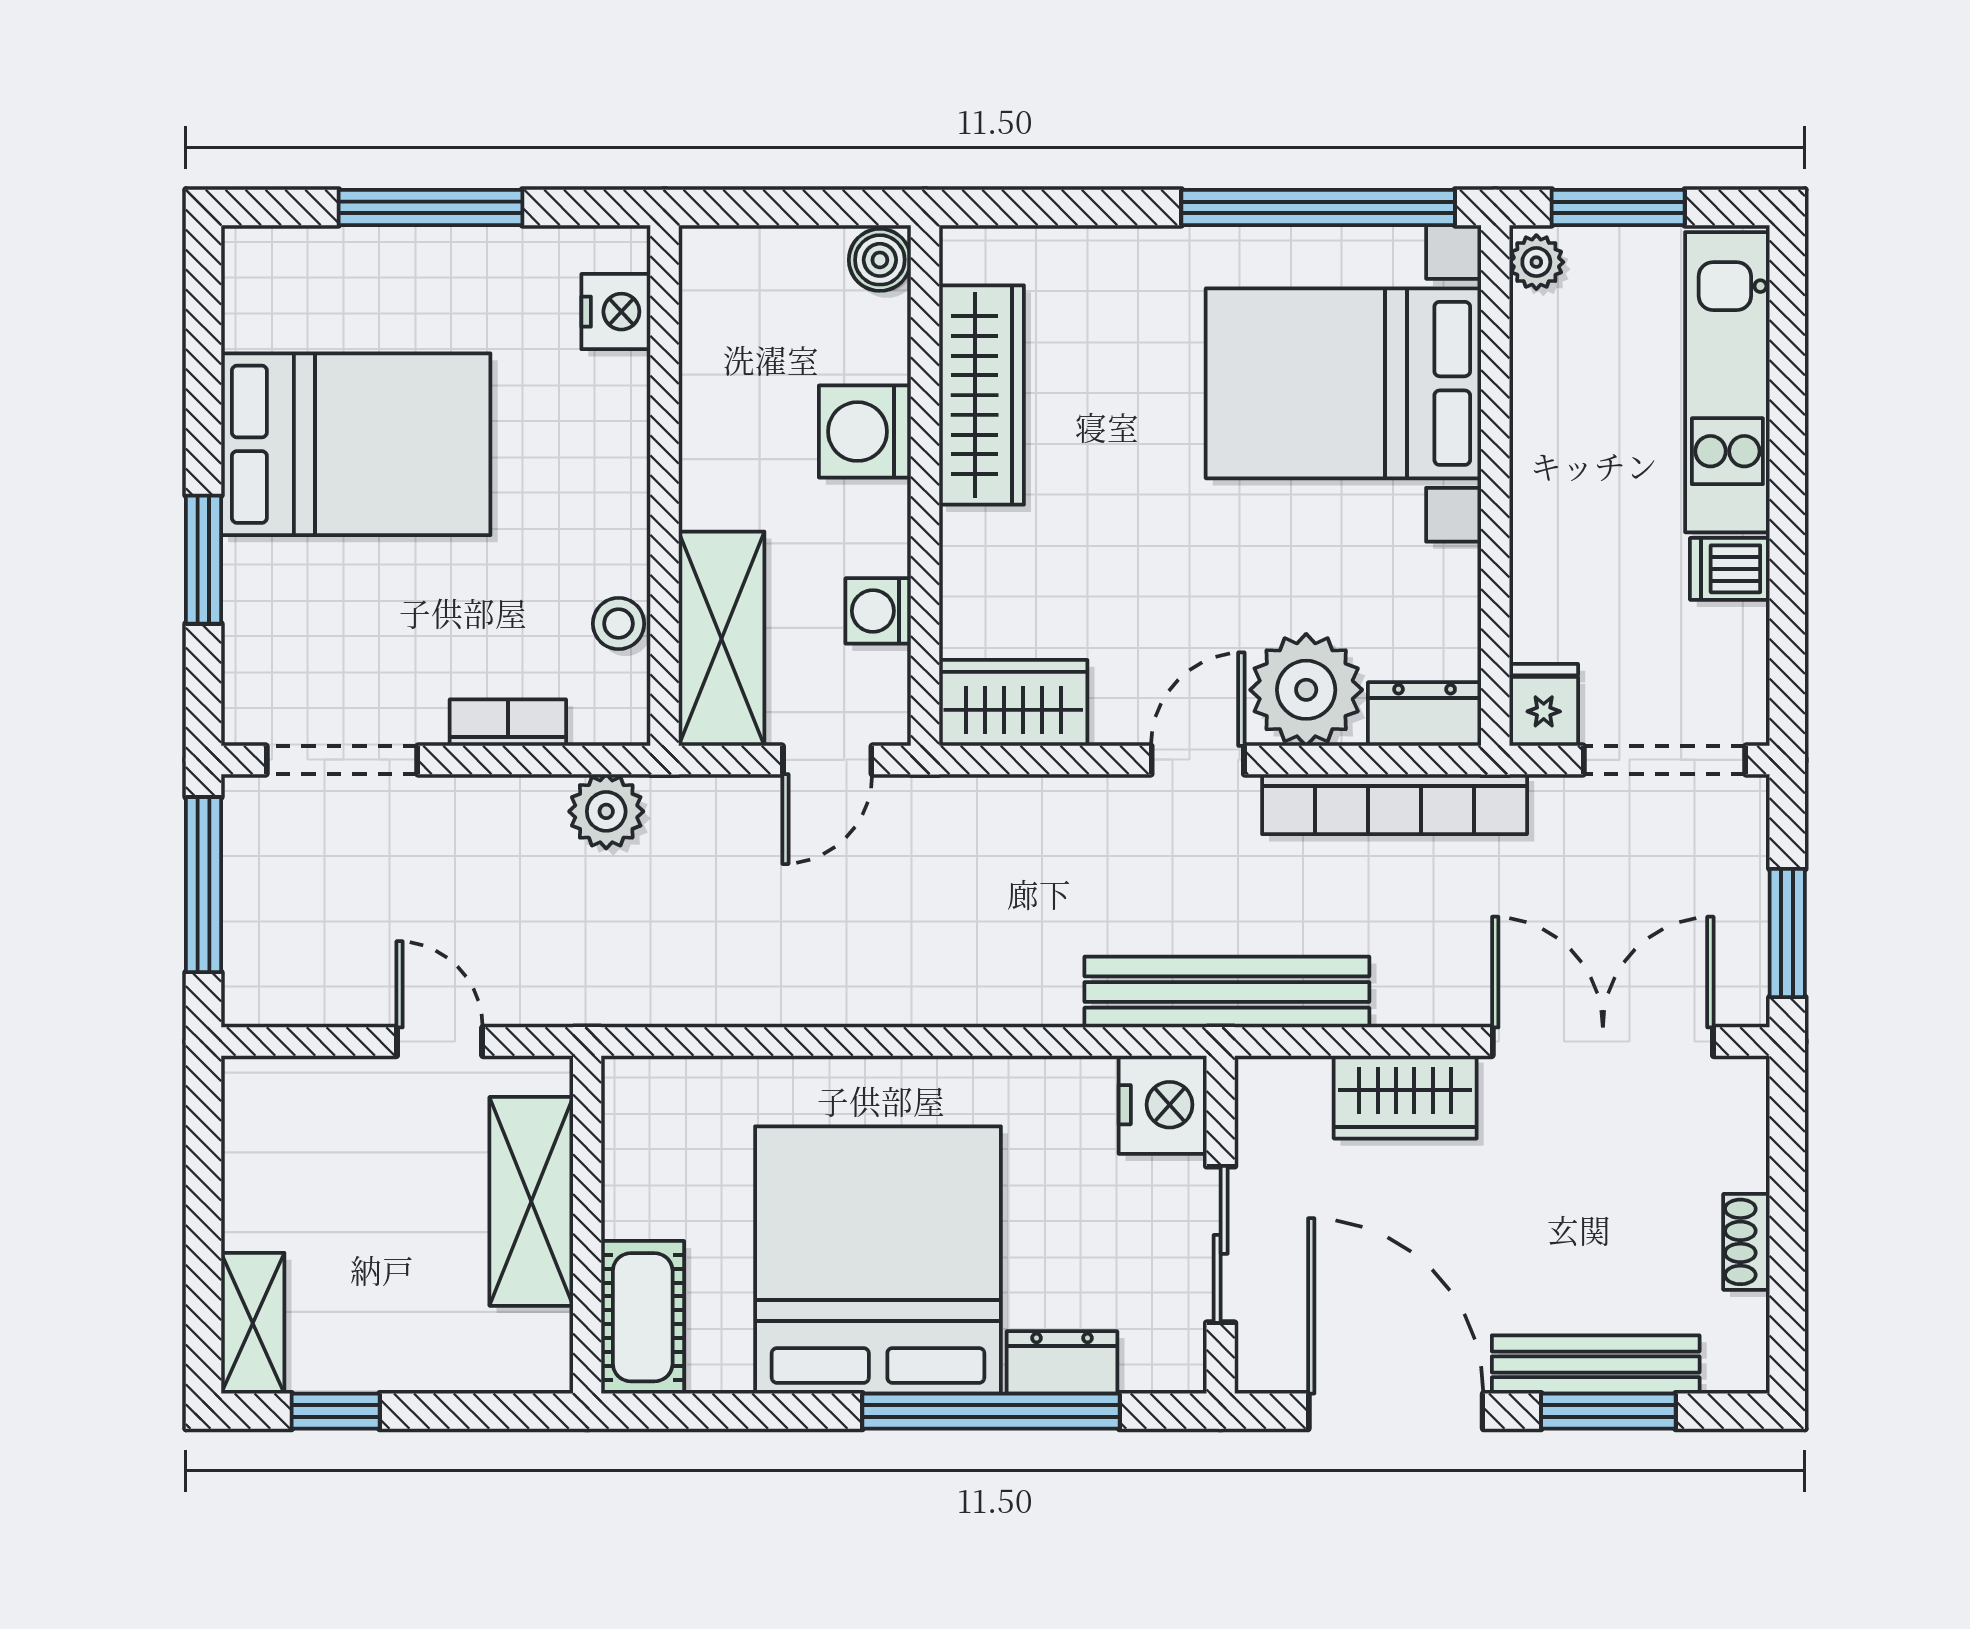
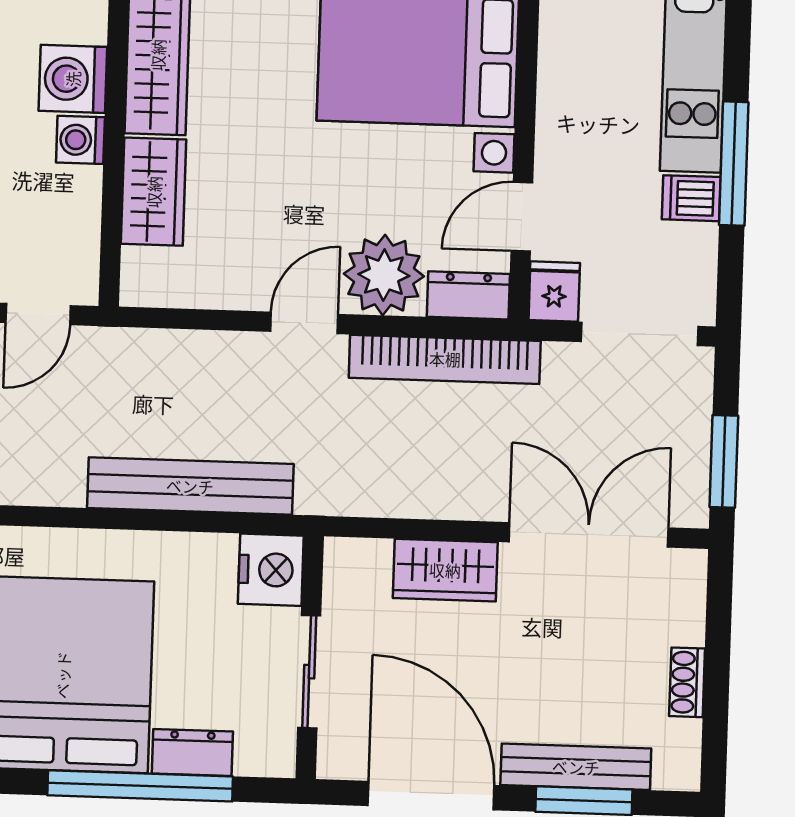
window: (1787, 519) -> (734, 164), added
door: (1495, 602) -> (522, 217), added
washing machine: (878, 611) -> (80, 140), moved
wardrobe: (1013, 703) -> (154, 192), moved, turned 90
bench: (1227, 992) -> (190, 486), moved

